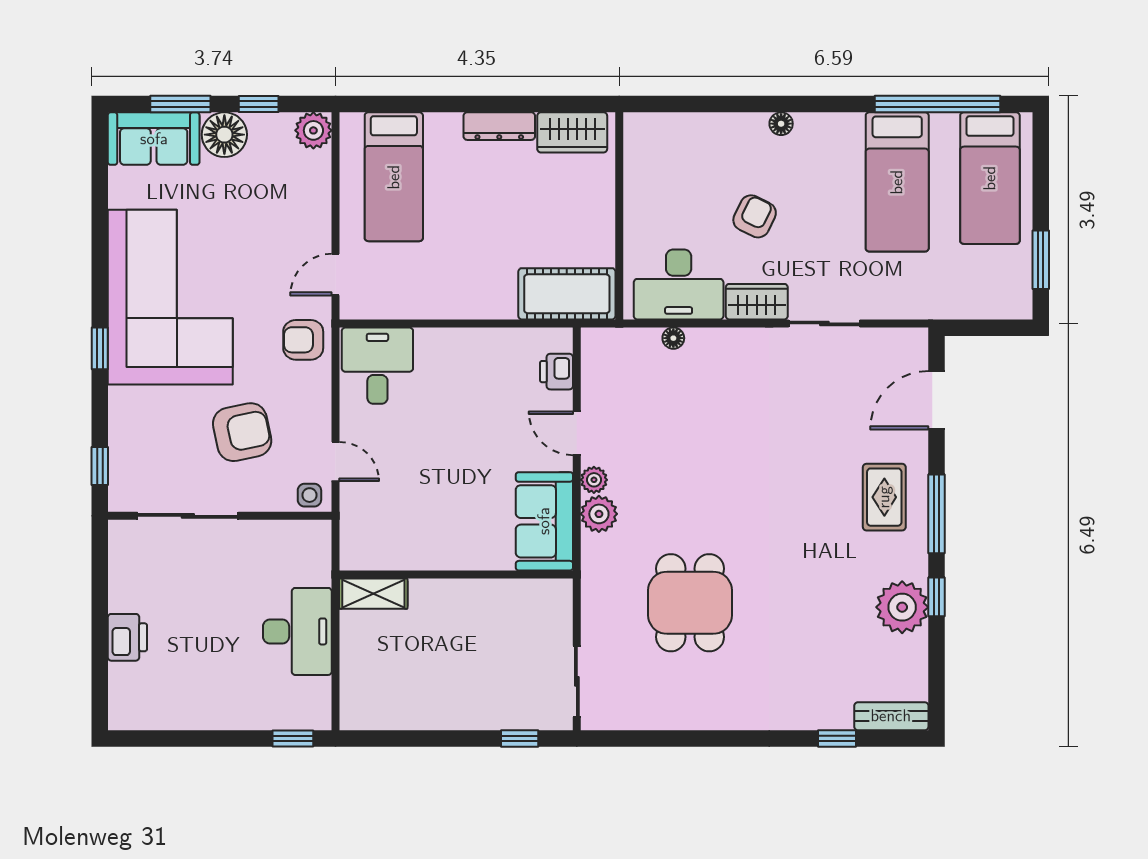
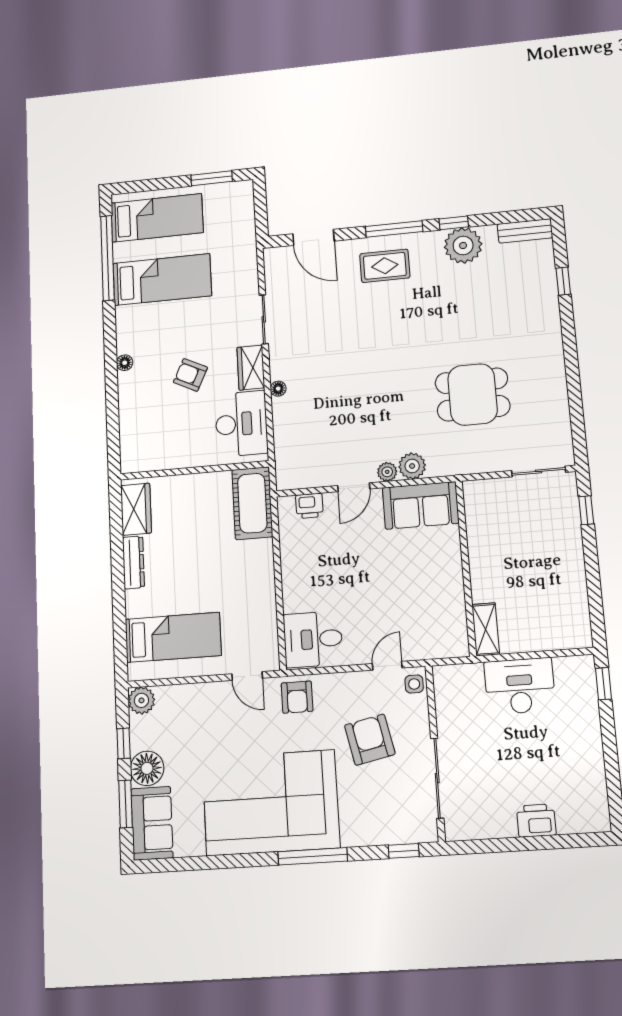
floor lamp: (673, 338) -> (278, 389), moved
window: (100, 348) -> (313, 856), width x2.17
bench: (891, 716) -> (525, 231), moved, turned 90

